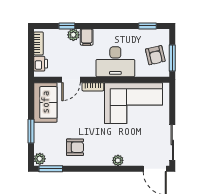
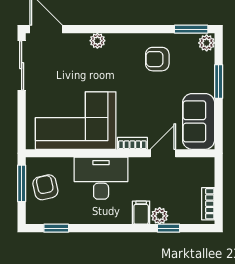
printer: (41, 64) -> (205, 176), removed

